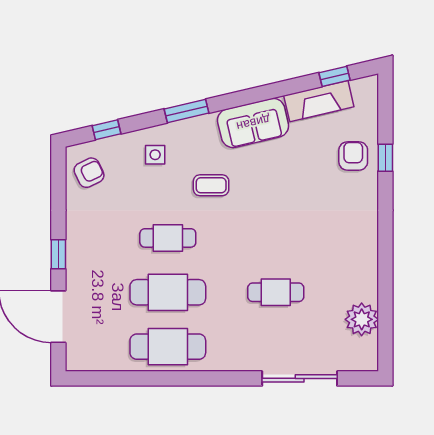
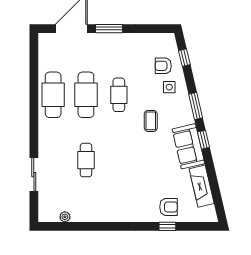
window: (334, 76) -> (204, 140), moved
armchair: (89, 173) -> (163, 66), moved, turned 116
window: (58, 254) -> (109, 29), width x1.50
plant: (362, 319) -> (65, 217), width x0.53, depth x0.53
sliding door: (300, 378) -> (34, 175), width x0.73

